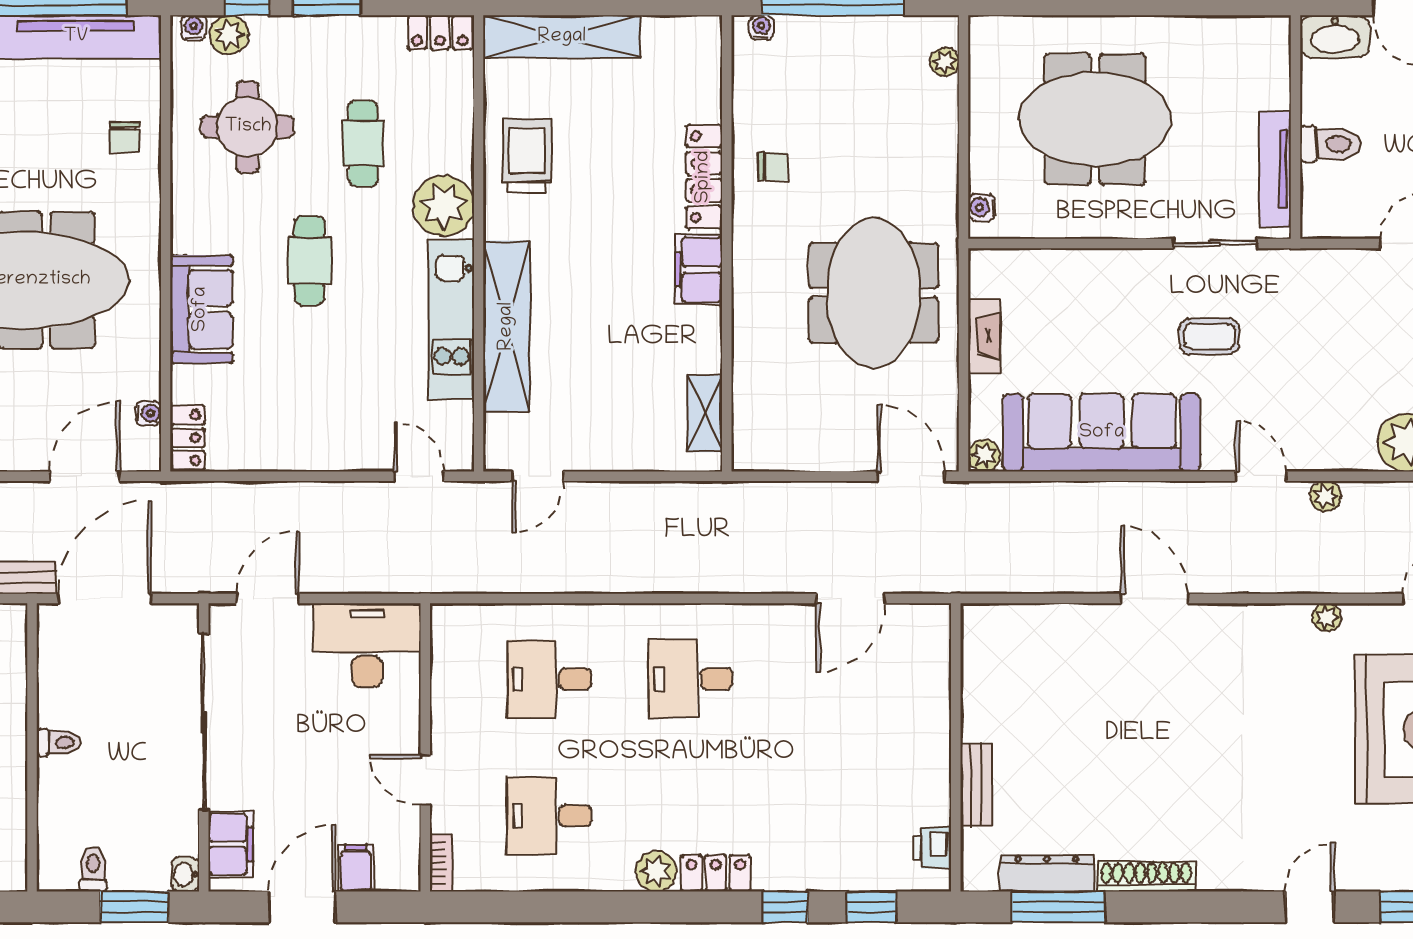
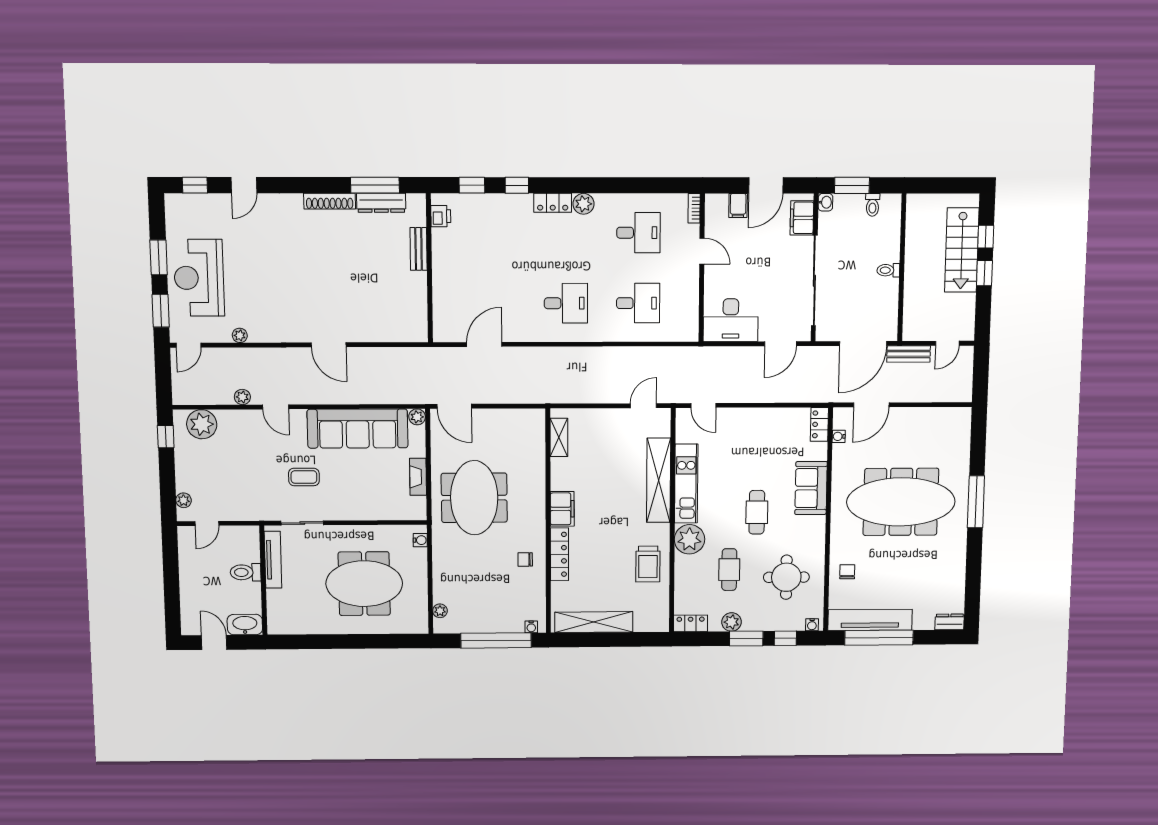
plant: (229, 35) -> (731, 622), moved
shelving: (562, 37) -> (594, 622), moved

